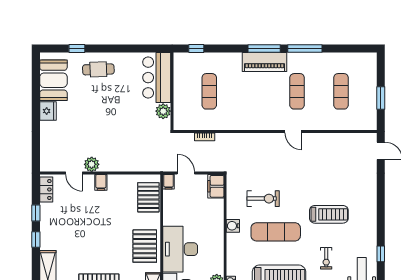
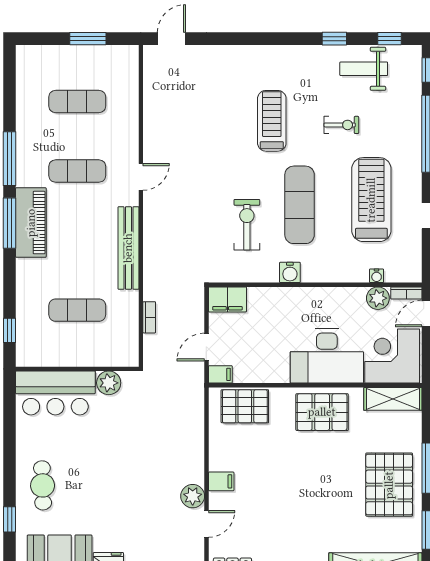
bench: (248, 124) -> (128, 248), added

